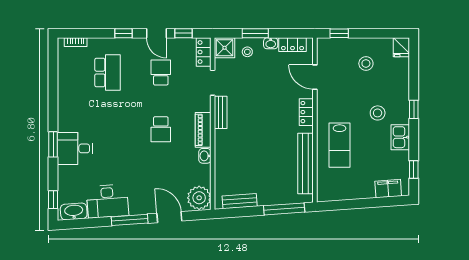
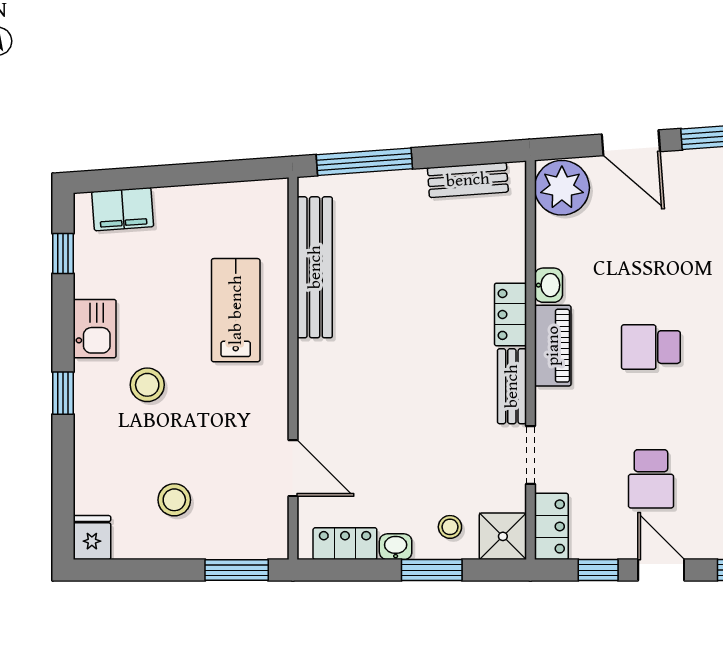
window: (339, 33) -> (237, 570), width x1.50
locker: (306, 112) -> (510, 314), moved, turned 180
school desk: (161, 129) -> (651, 347), turned -90

